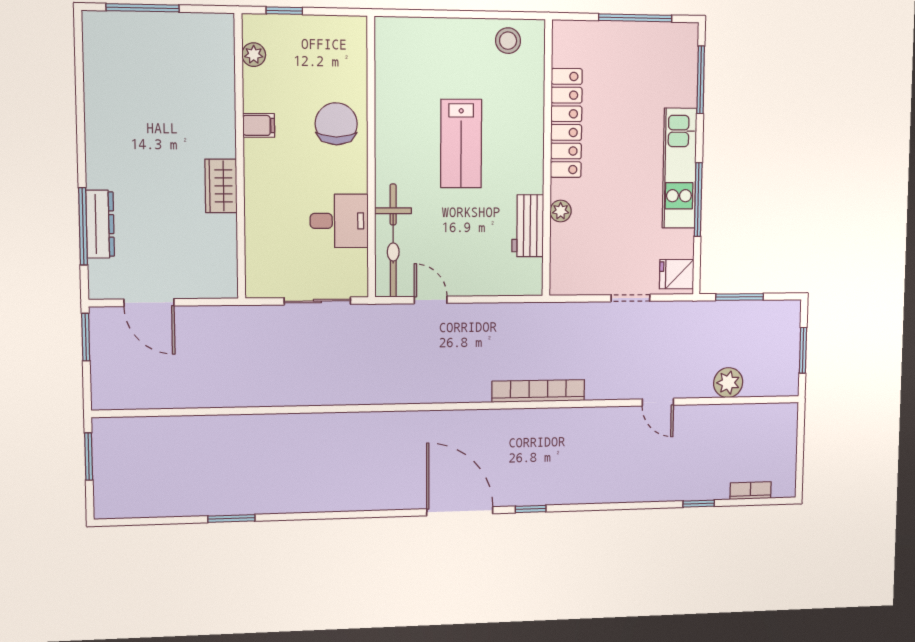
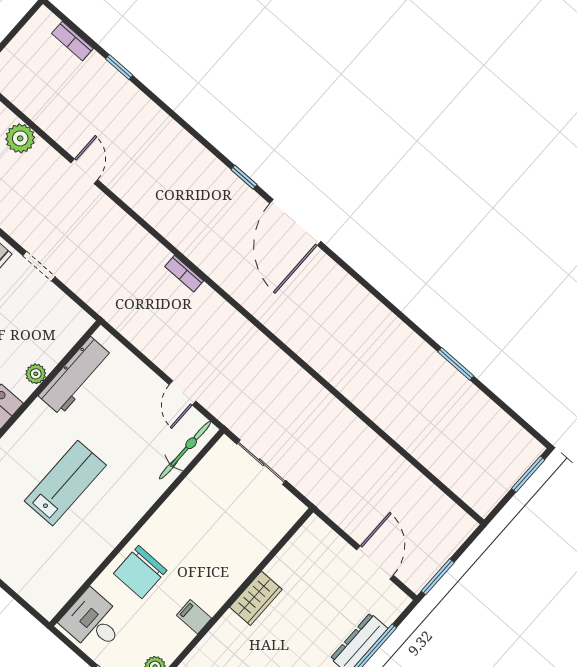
desk: (339, 221) -> (93, 622), moved
workbench: (528, 226) -> (75, 376), width x1.38
bicycle: (393, 241) -> (185, 450), width x0.73, depth x0.71
bookcase: (538, 391) -> (184, 274), width x0.43, depth x0.76
window: (89, 456) -> (528, 474), moved

